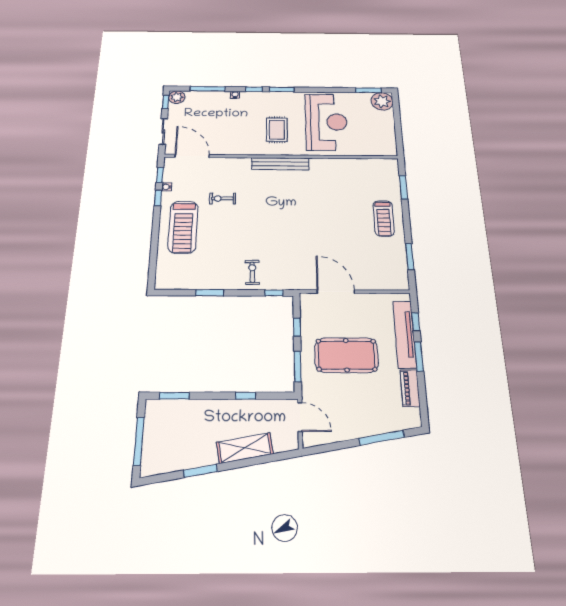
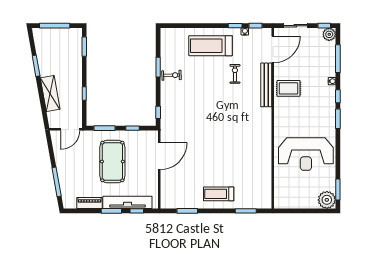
rug: (277, 130) -> (288, 88), moved
bench: (280, 164) -> (266, 85), moved
exercise bike: (252, 272) -> (172, 75), moved

